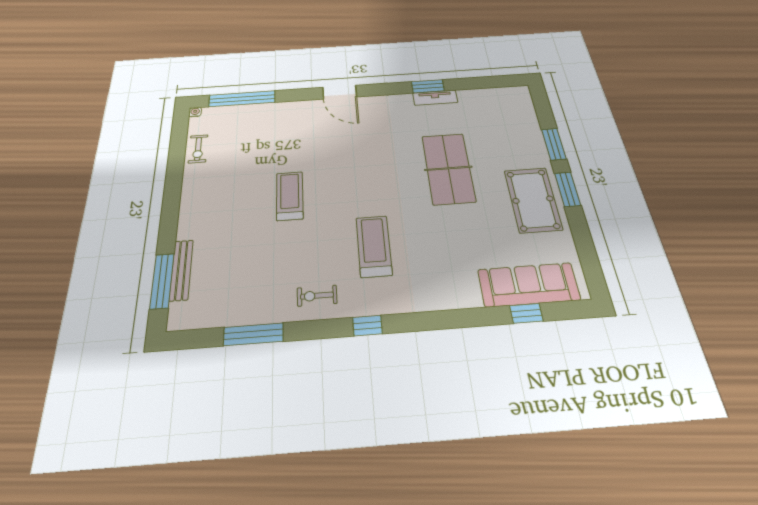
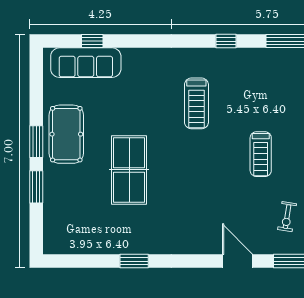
door: (340, 92) -> (237, 261), moved
tv unit: (435, 98) -> (129, 247), removed
exercise bike: (317, 296) -> (287, 217), moved, turned 99
window: (367, 326) -> (226, 41), moved

